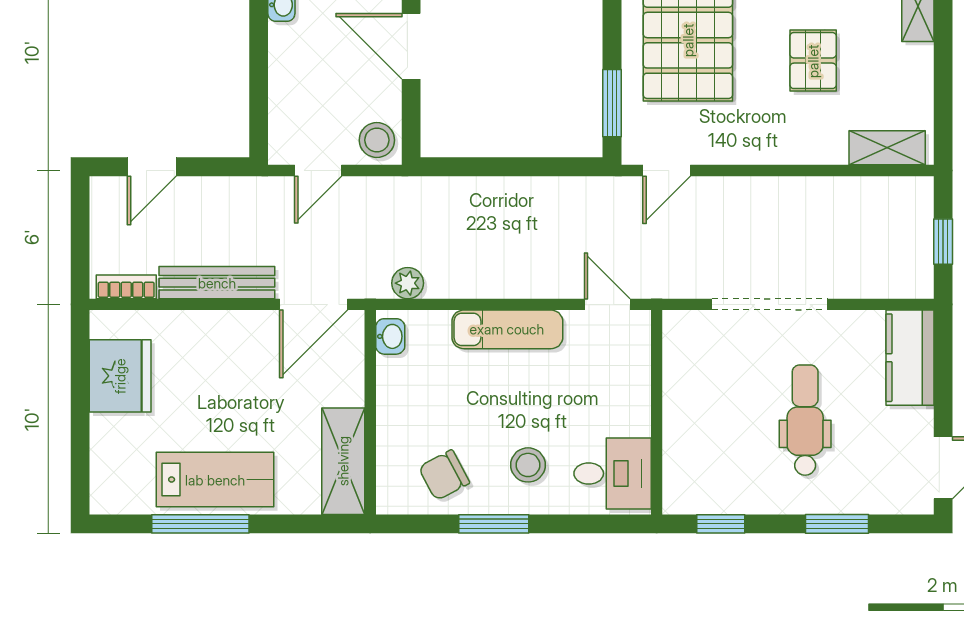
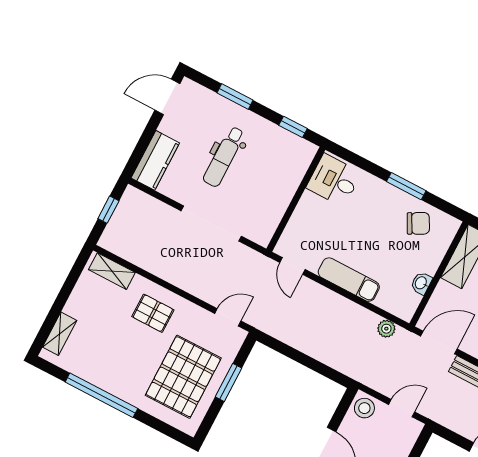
pallet: (813, 61) -> (153, 313), moved, turned 90
window: (612, 103) -> (228, 382), moved
washbasin: (390, 336) -> (421, 283), moved
stool: (528, 465) -> (374, 207), removed

